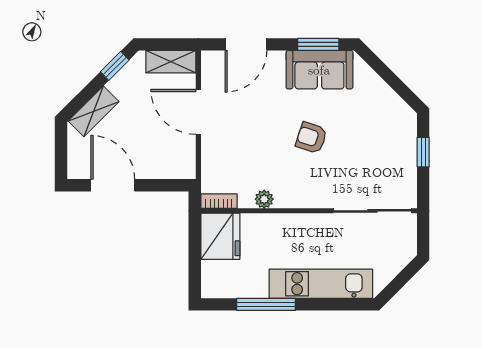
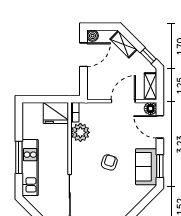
floor lamp: (212, 62) -> (151, 109), added
boiler: (78, 169) -> (93, 36), added
plant: (264, 199) -> (80, 132), width x1.87, depth x1.87
window: (266, 304) -> (19, 157), moved

